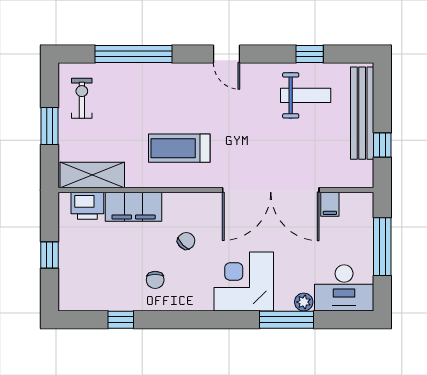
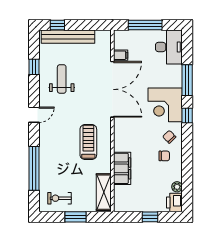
weight bench: (306, 95) -> (62, 79), moved
window: (382, 145) -> (57, 25), moved
treadmill: (179, 148) -> (88, 142), turned 180
printer: (87, 206) -> (174, 202), moved, turned 180
chair: (186, 241) -> (169, 137), moved
plant: (304, 302) -> (177, 187), moved
window: (121, 320) -> (187, 116), moved

